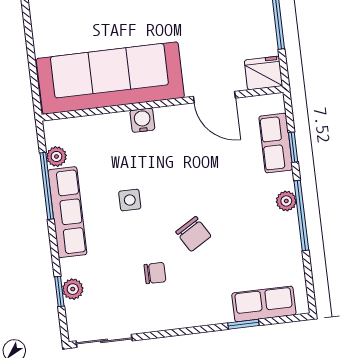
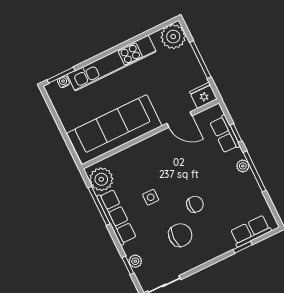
water cooler: (142, 120) -> (142, 148), removed
plant: (56, 156) -> (101, 179), width x1.88, depth x1.88
chair: (193, 234) -> (195, 204), turned -59
chair: (155, 273) -> (180, 235), width x1.87, depth x1.87

